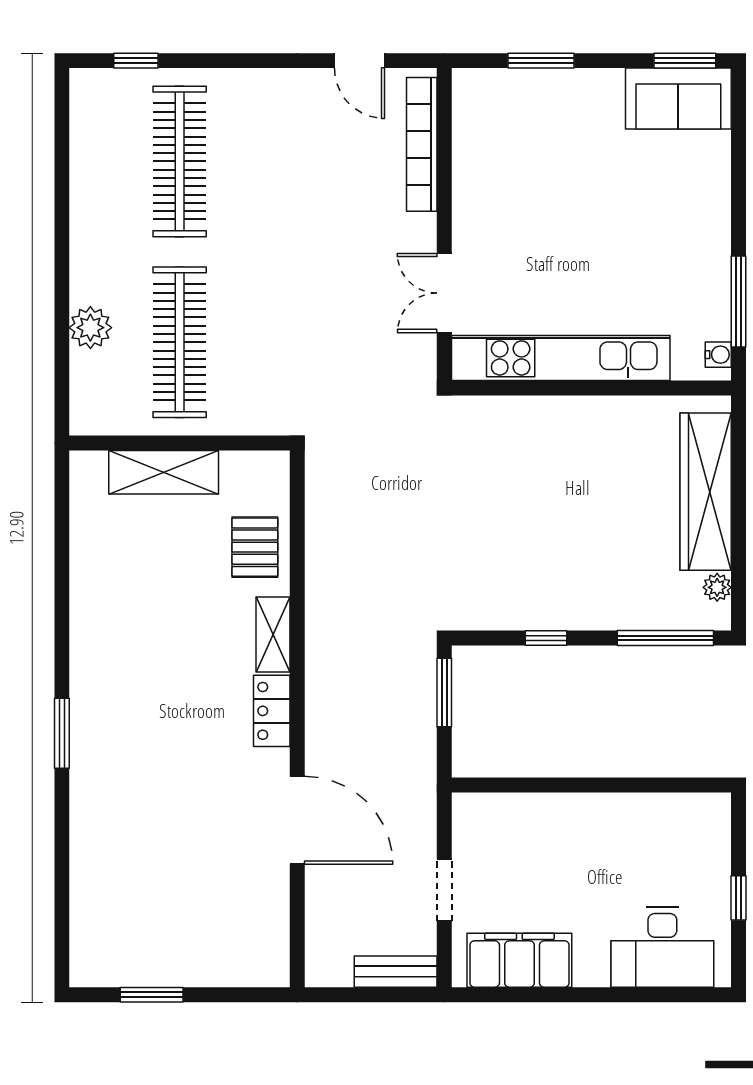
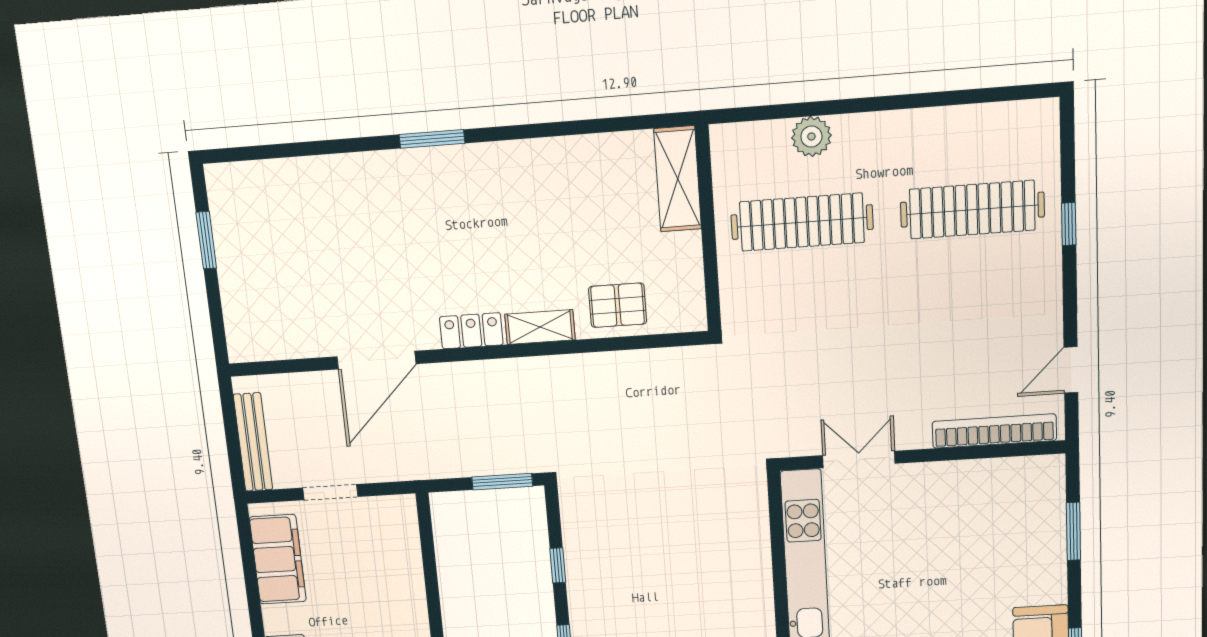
window: (136, 61) -> (1069, 224), moved
shelving: (164, 472) -> (678, 179), moved
bench: (396, 972) -> (253, 442), width x1.36

